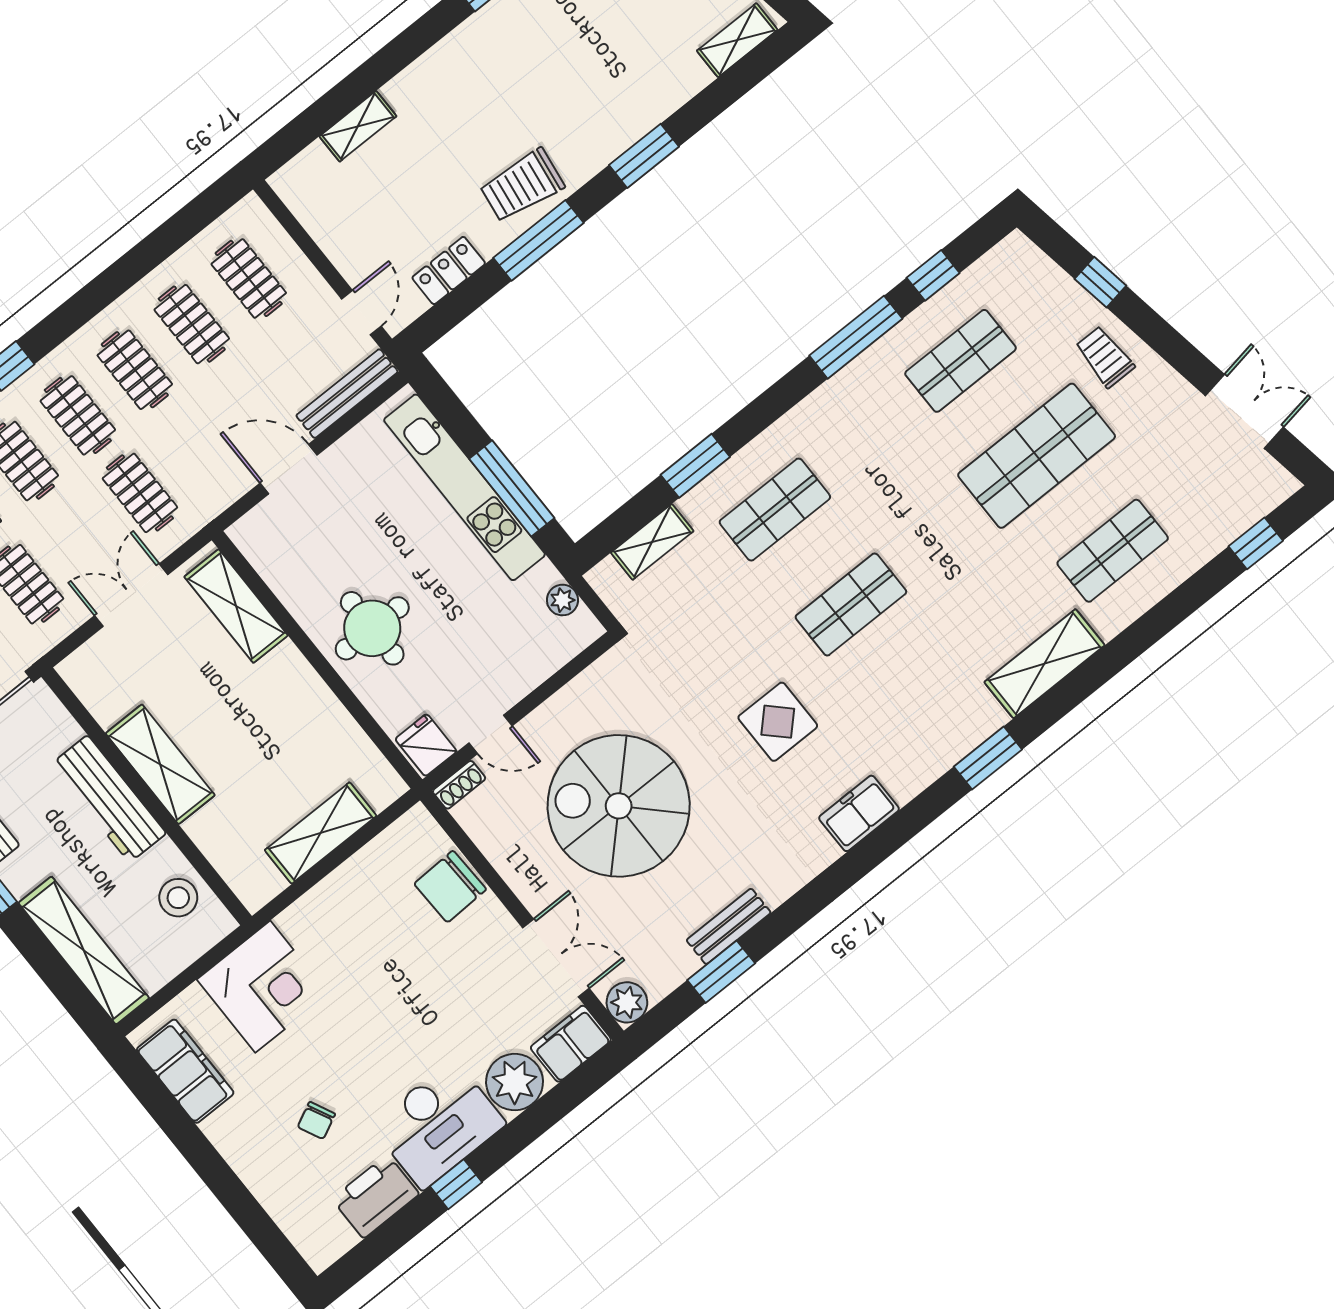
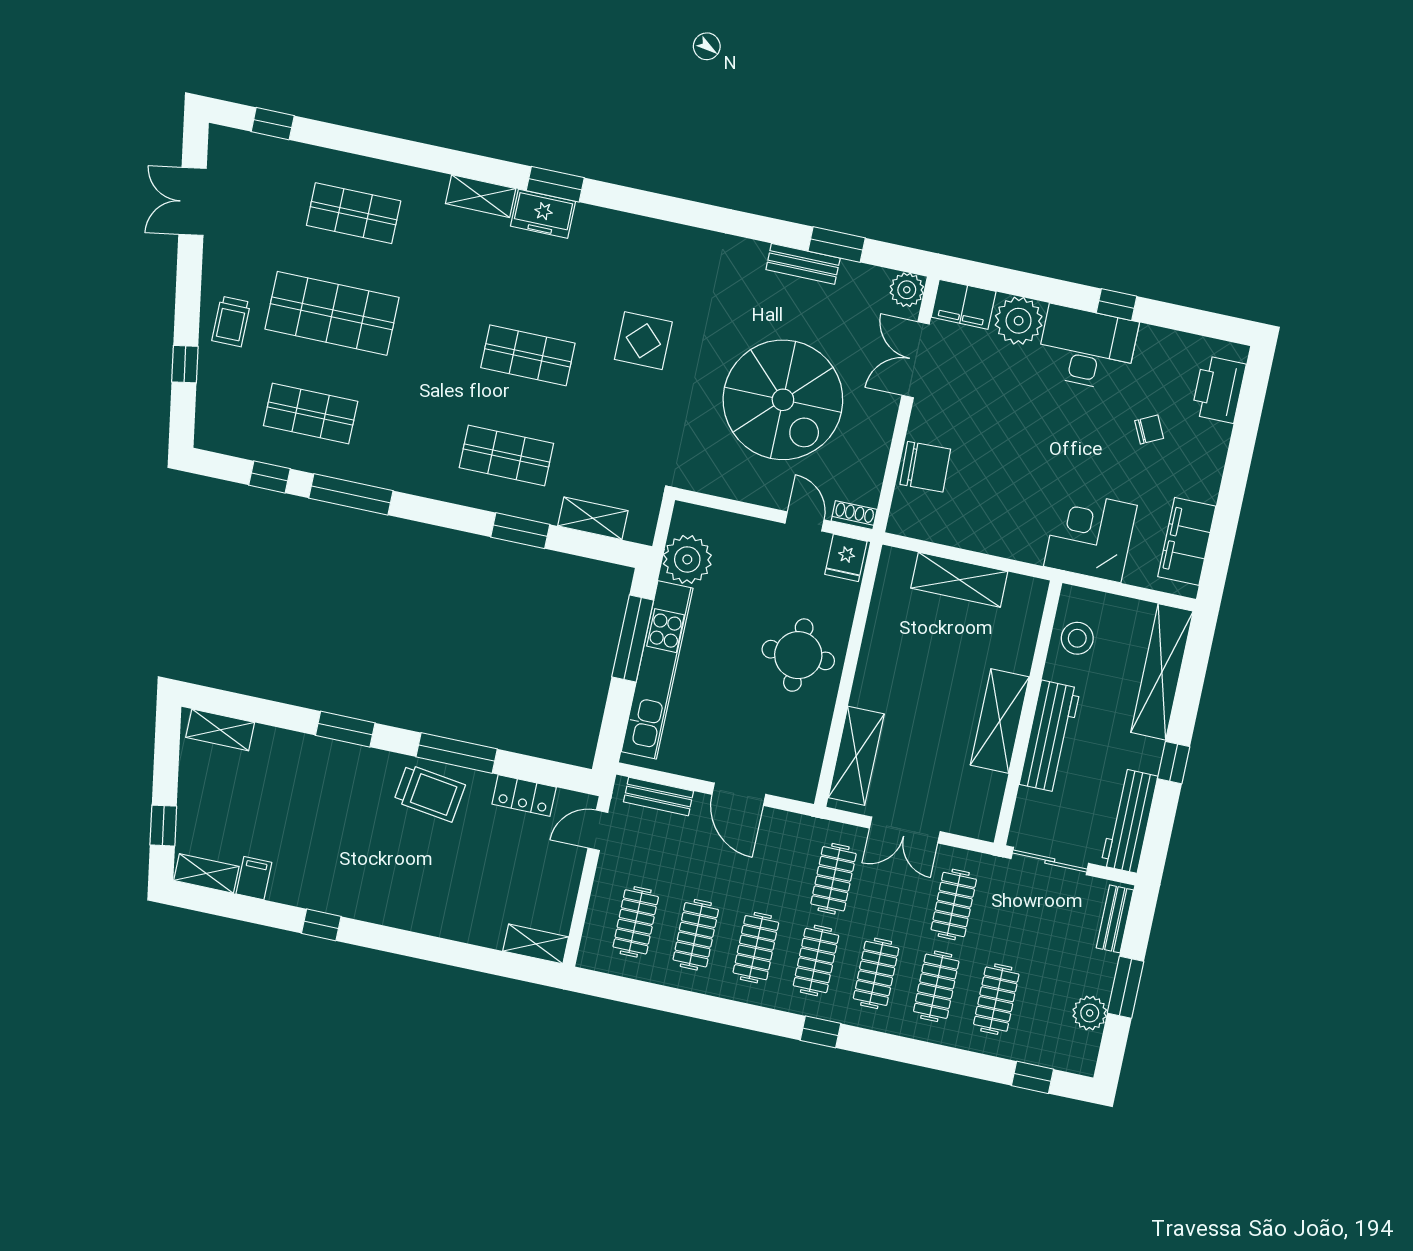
shelving: (358, 126) -> (536, 944), moved
bench: (347, 394) -> (658, 796), width x0.73
plant: (562, 600) -> (687, 559), width x1.88, depth x1.88
shelving: (1045, 664) -> (481, 196), width x0.67, depth x0.75
freezer: (859, 813) -> (543, 214), moved
printer: (376, 1196) -> (1219, 389), moved, turned 90

